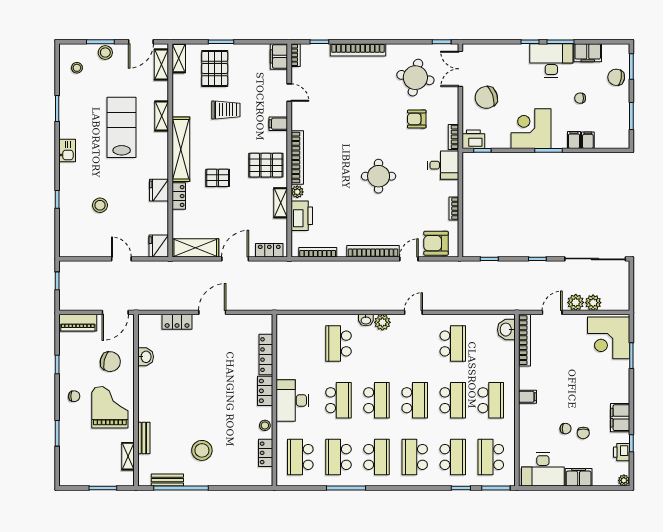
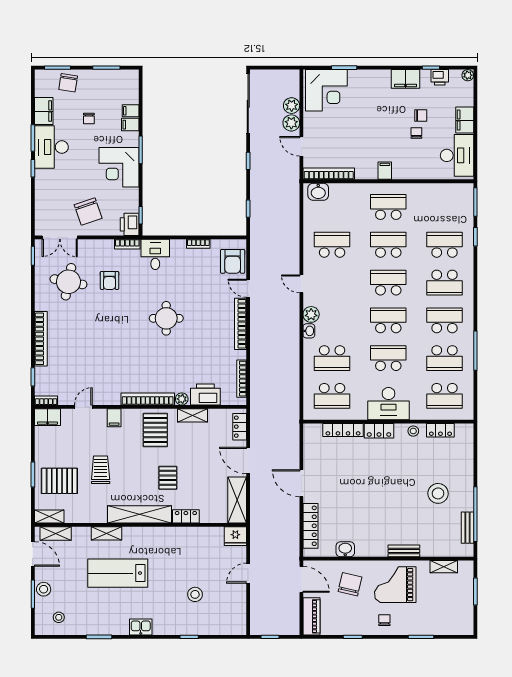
fridge: (159, 190) -> (180, 536), removed
locker: (177, 322) -> (310, 526), width x1.53
bench: (144, 438) -> (404, 551), moved
school desk: (491, 457) -> (332, 396), moved

